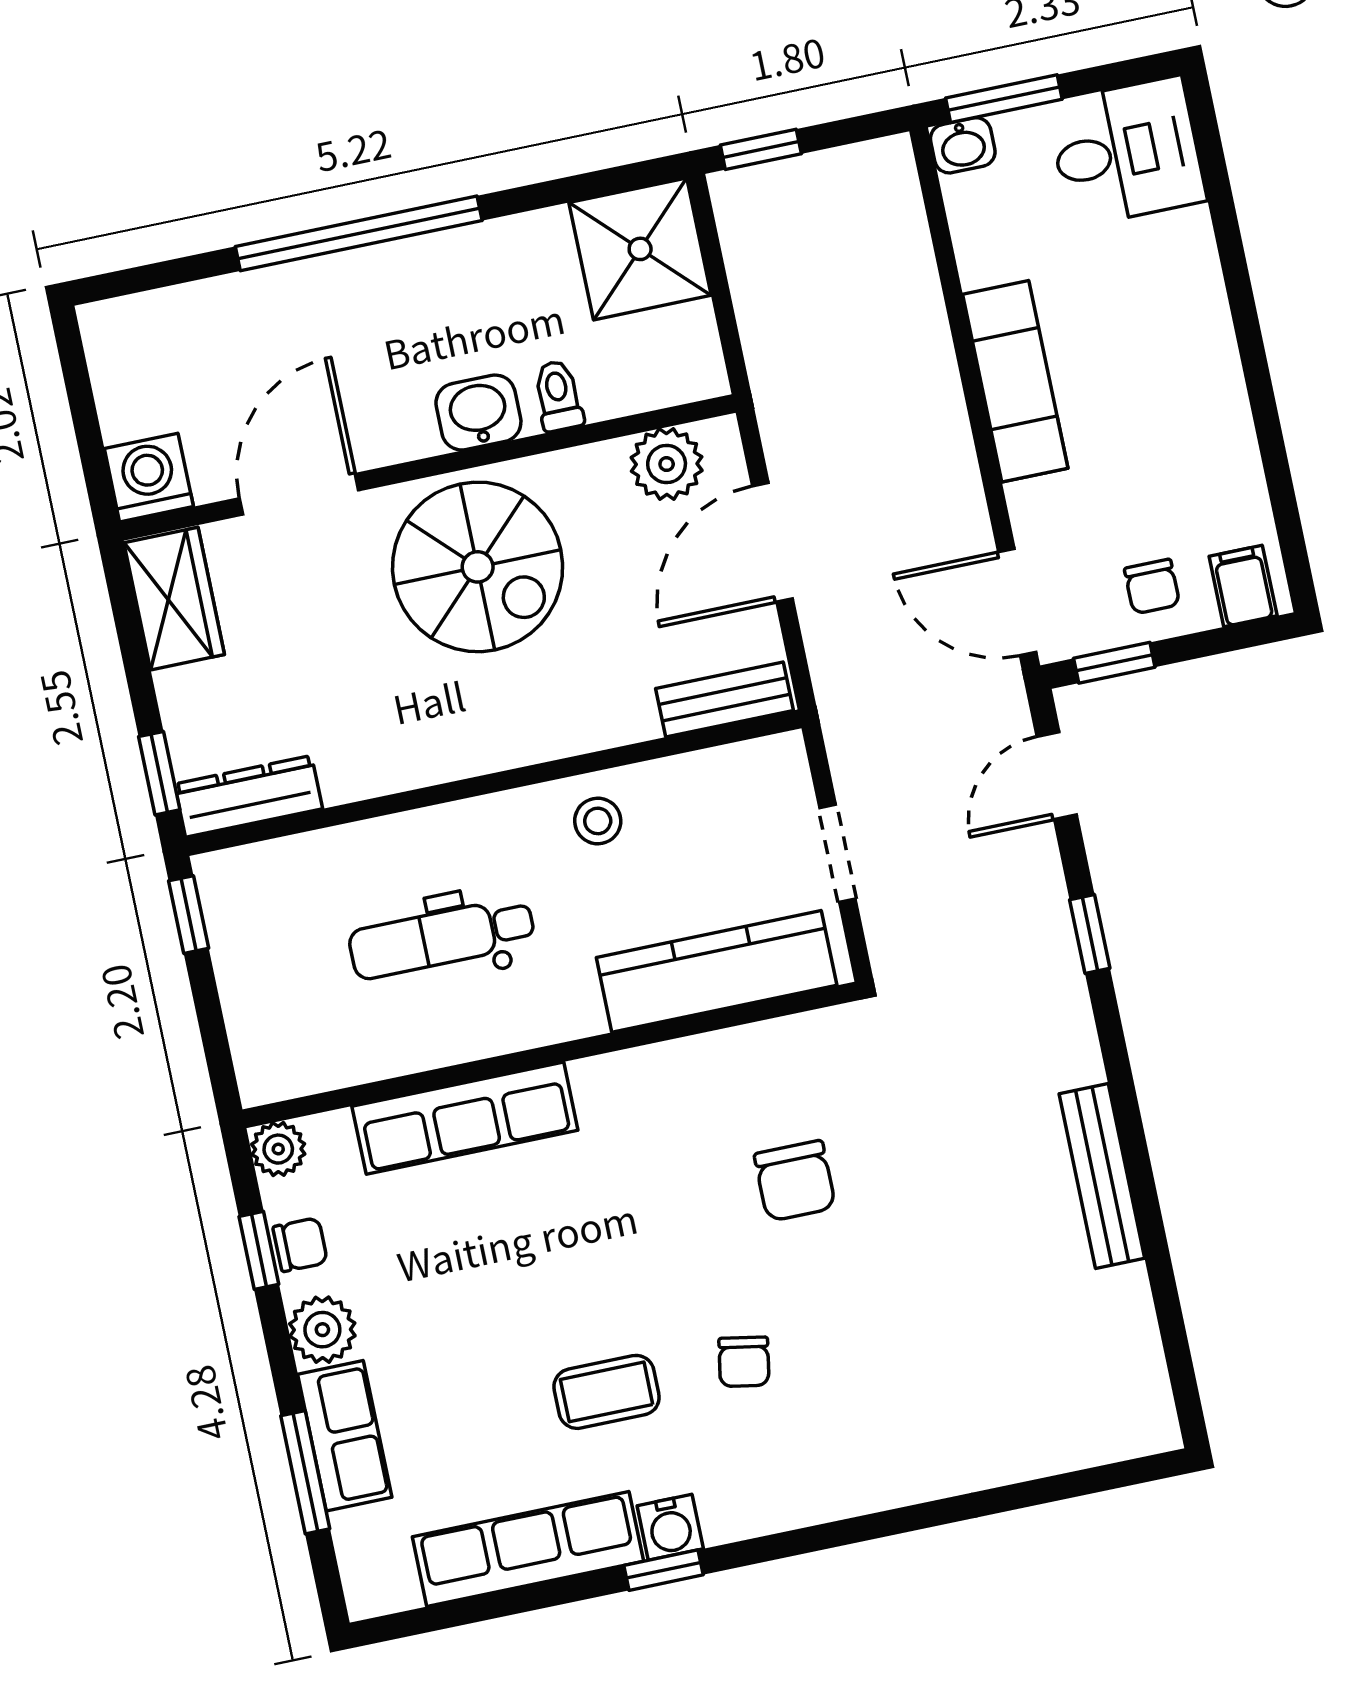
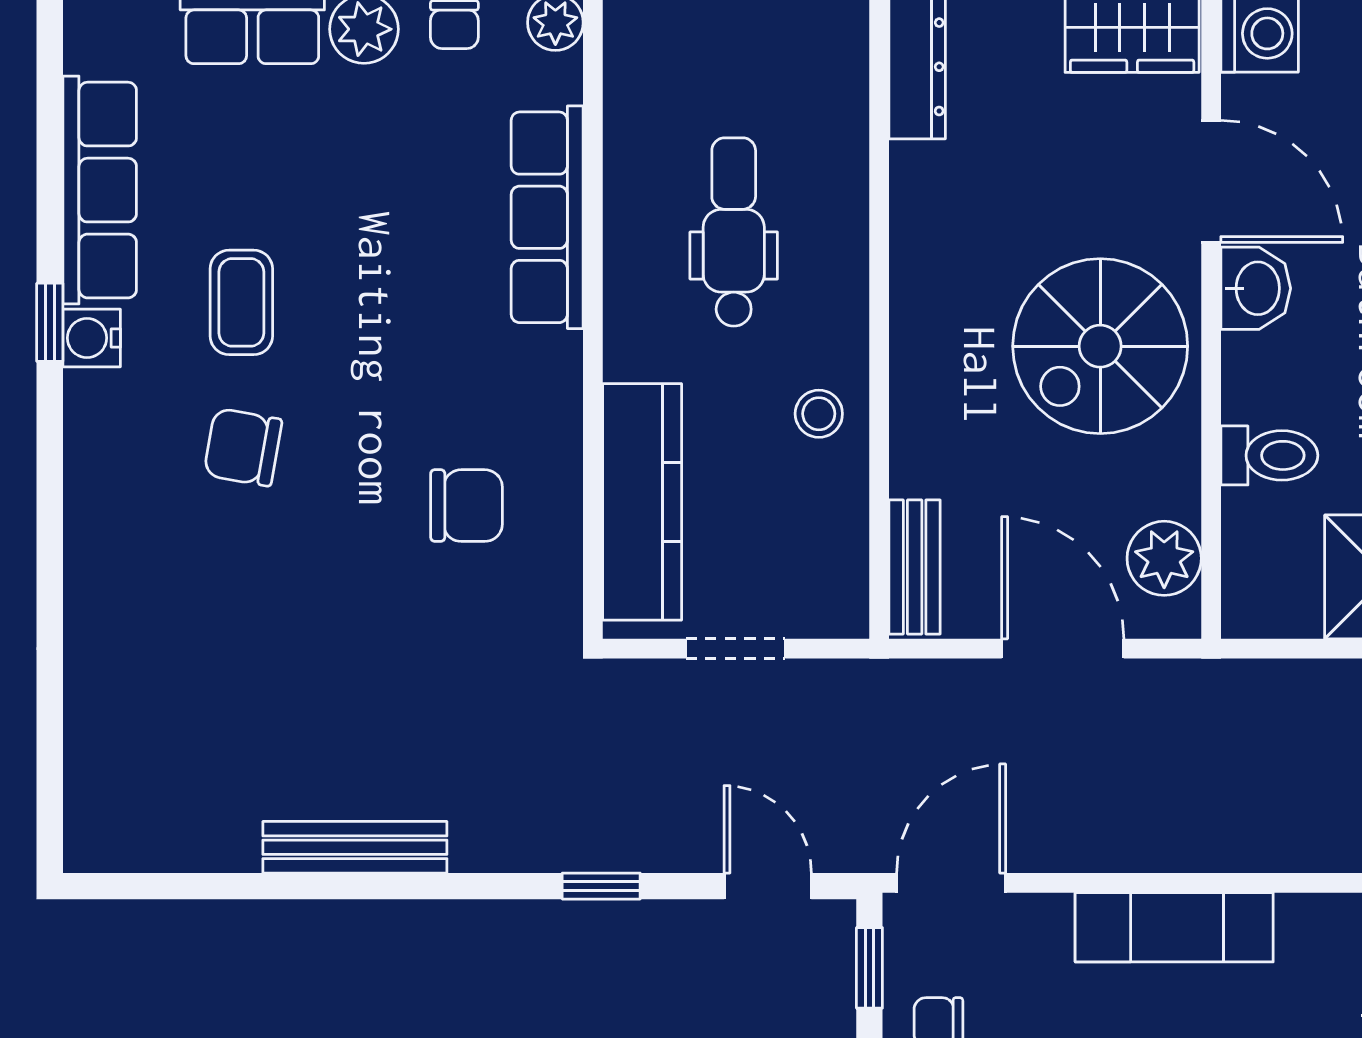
toilet: (558, 396) -> (1269, 455), width x1.37, depth x1.39
washbasin: (478, 413) -> (1256, 288), moved
chair: (795, 1181) -> (466, 506), moved, turned 180
chair: (744, 1362) -> (243, 447), width x1.37, depth x1.37

